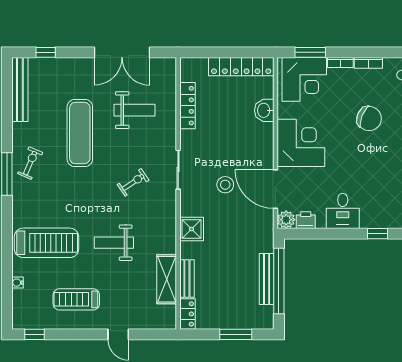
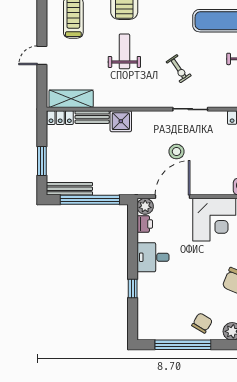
shower: (192, 229) -> (121, 121), moved
shelving: (167, 279) -> (71, 99), moved
bench: (267, 279) -> (69, 189), moved

